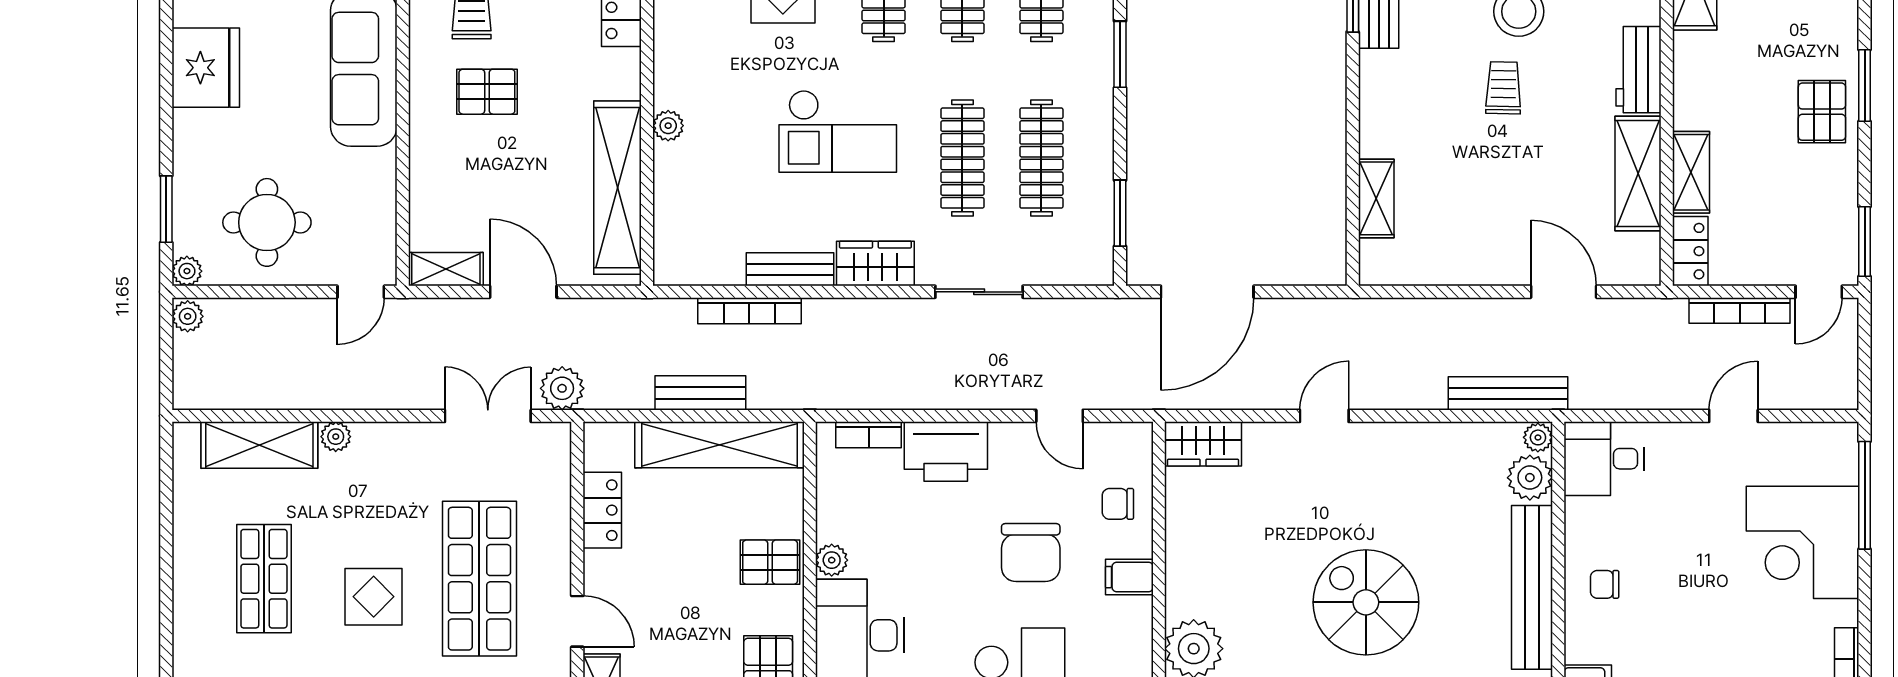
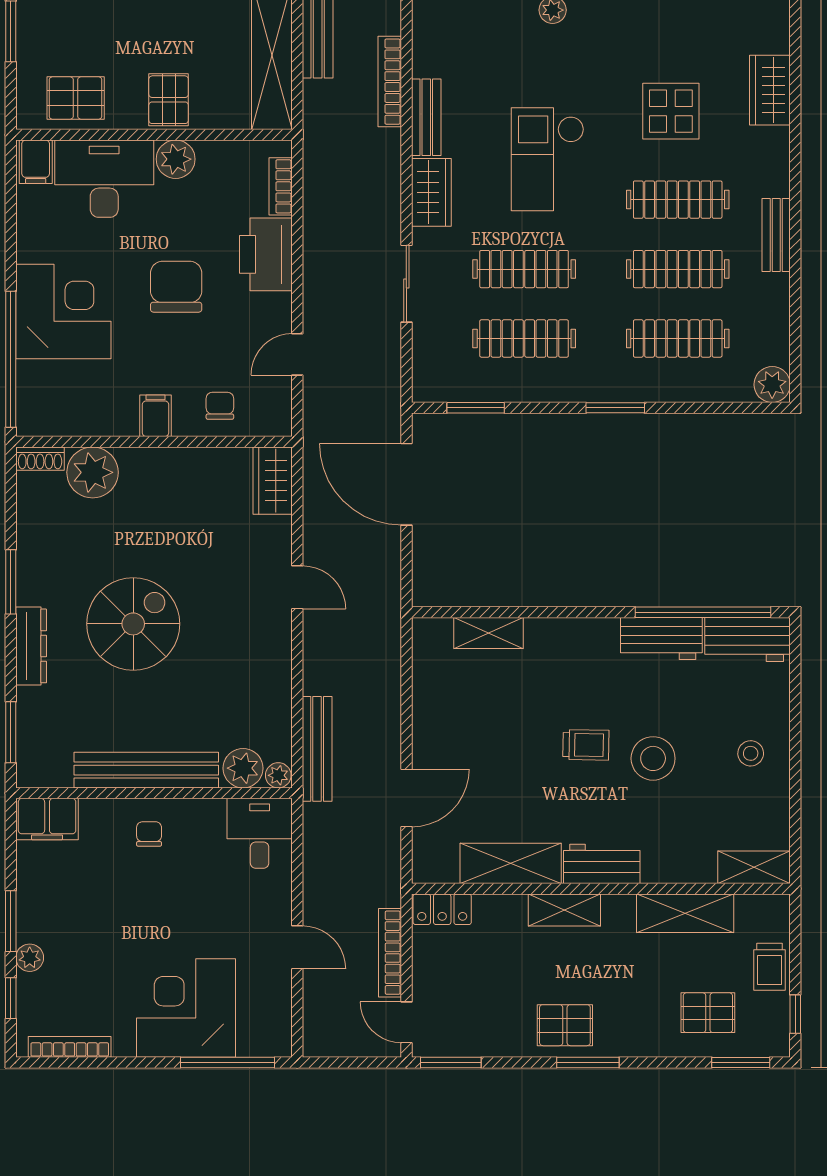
shelving: (1691, 172) -> (564, 910), moved
chair: (1031, 553) -> (176, 287), moved, turned 90
plant: (832, 560) -> (176, 159), width x1.38, depth x1.38

